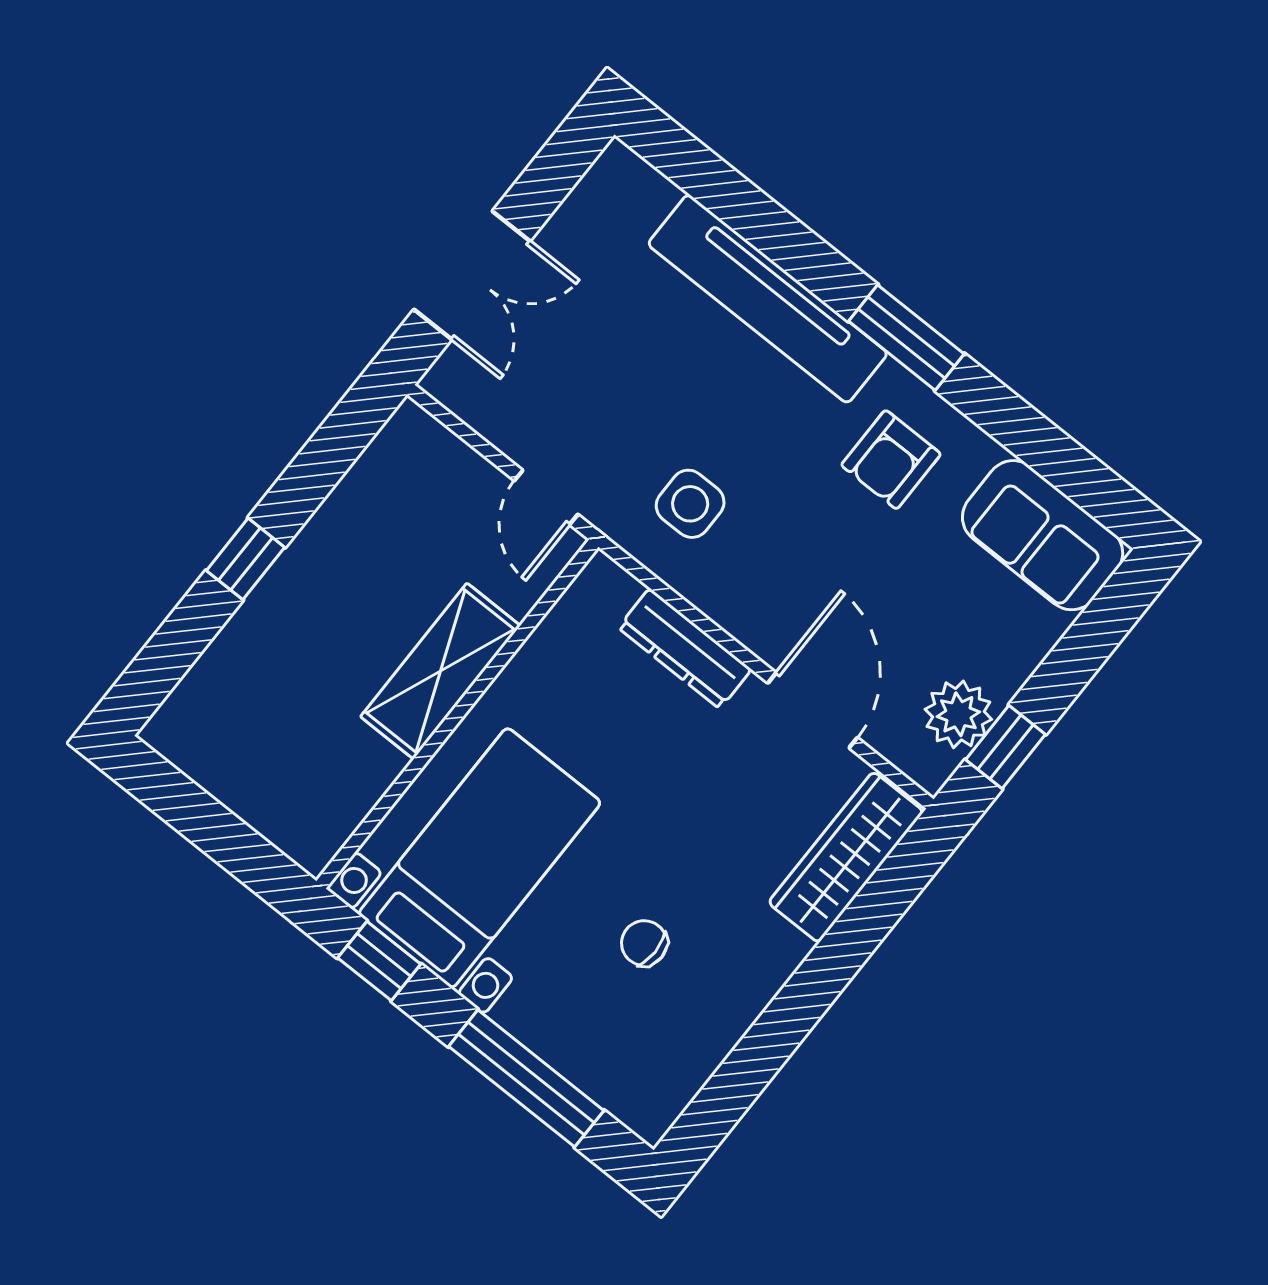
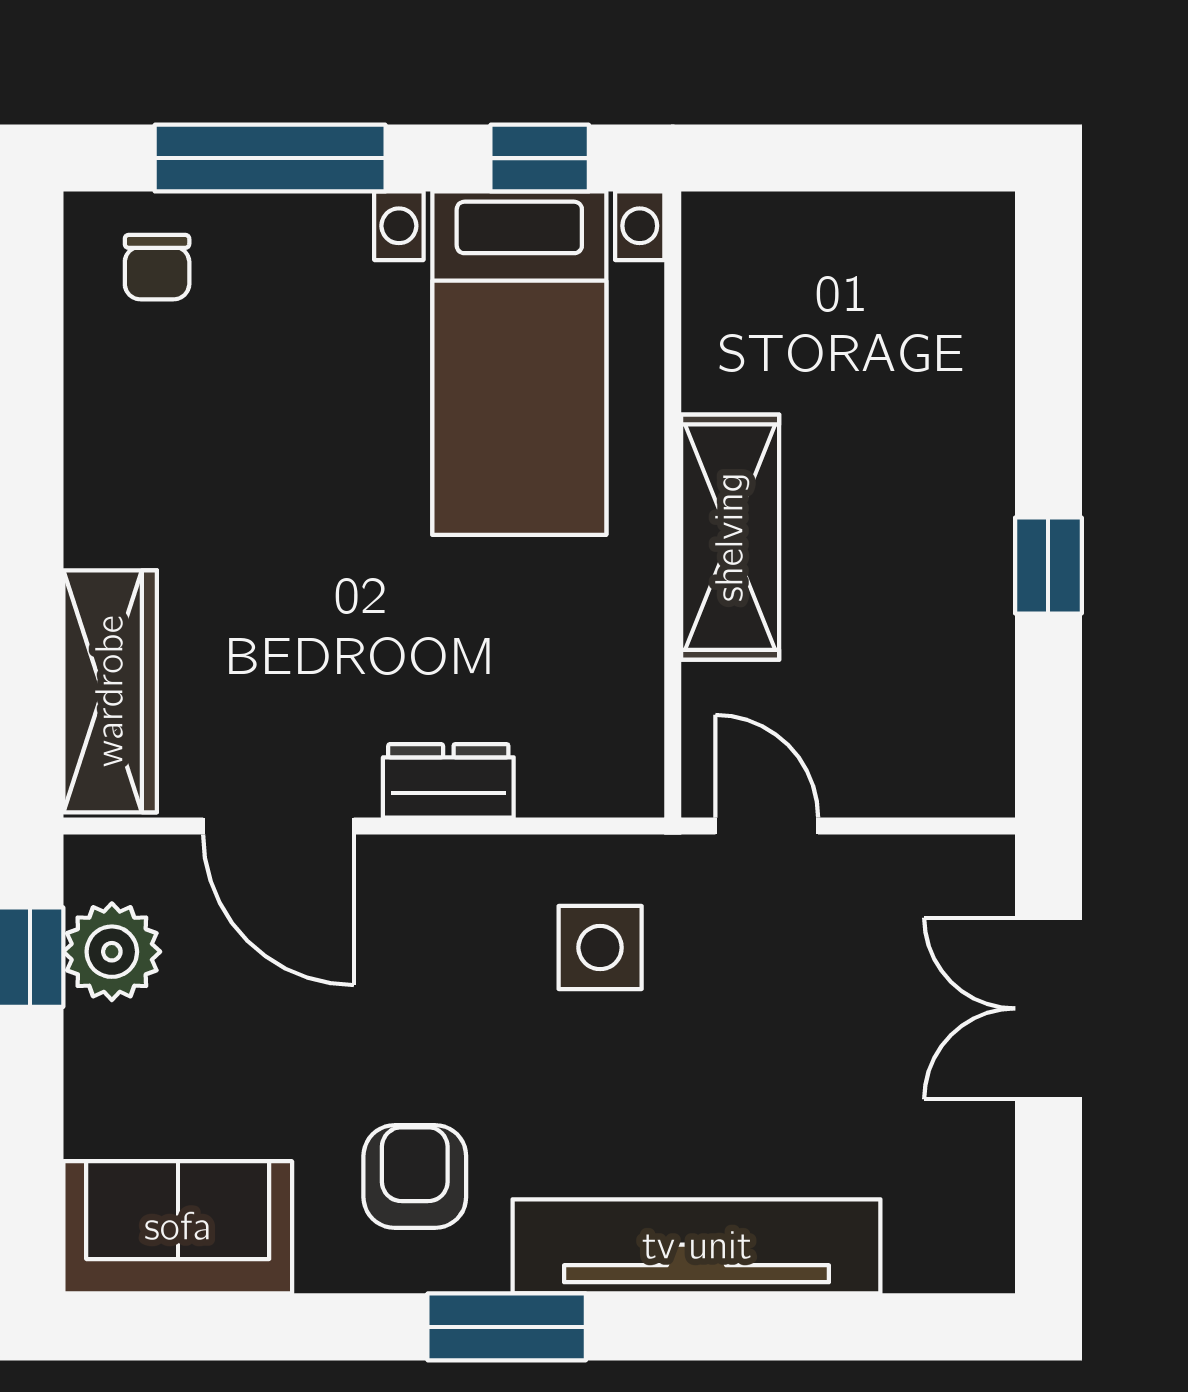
window: (245, 559) -> (1048, 566), moved
dresser: (685, 648) -> (448, 781), width x0.70
chair: (644, 943) -> (157, 267), moved, turned 90

